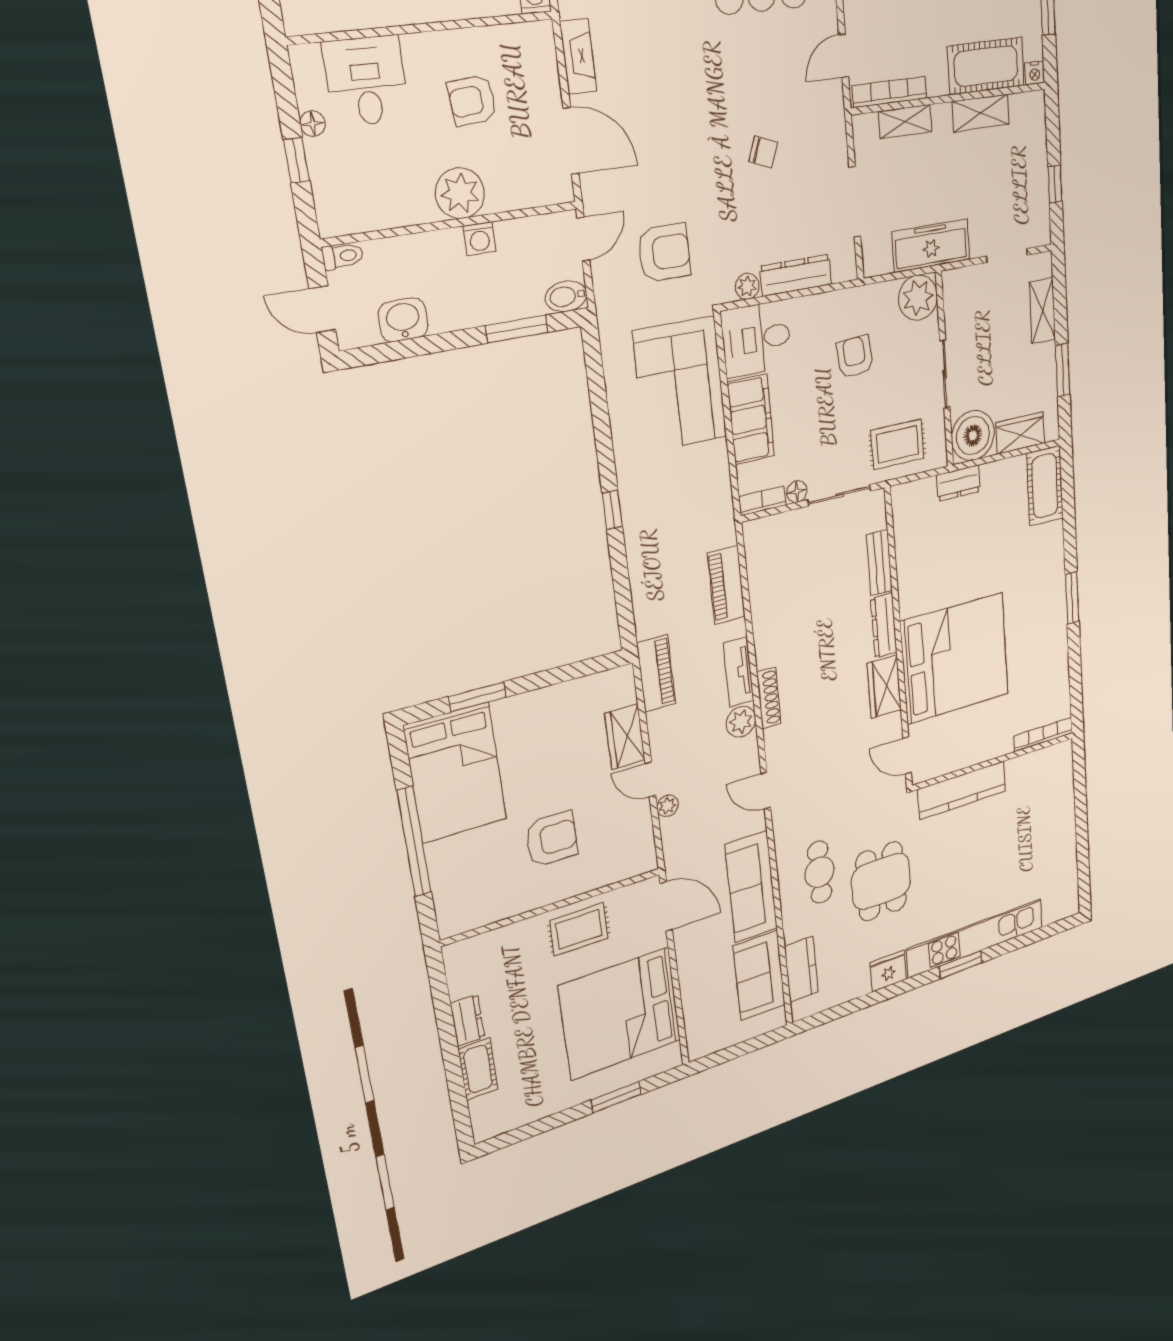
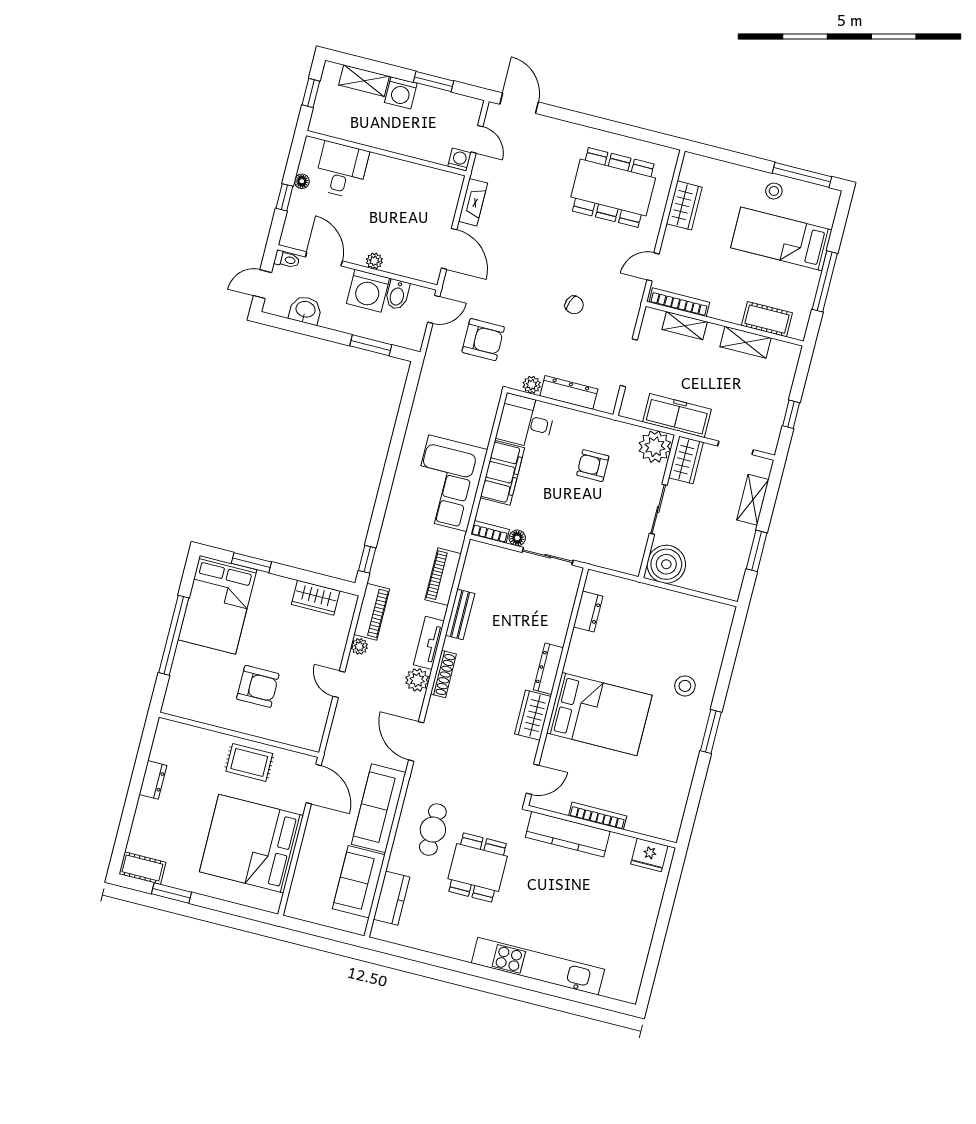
cot: (986, 66) -> (767, 319), width x0.73, depth x0.75
nightstand: (1035, 73) -> (798, 332), removed
armchair: (472, 101) -> (398, 203), removed
plant: (460, 193) -> (374, 261), width x0.53, depth x0.53
door: (398, 232) -> (324, 259), added
washing machine: (480, 239) -> (368, 291), width x1.89, depth x1.89
bidet: (566, 296) -> (397, 295), moved, turned -90
door: (322, 309) -> (263, 284), hinge flipped
armchair: (855, 357) -> (593, 466), turned -86
corner sofa: (680, 384) -> (448, 483), moved
wardrobe: (1020, 433) -> (686, 460), moved, turned 90
rug: (898, 444) -> (604, 542), removed
dresser: (959, 483) -> (588, 612), moved, turned -90
cot: (1045, 486) -> (714, 631), removed
window: (612, 510) -> (367, 559), moved
bench: (879, 563) -> (460, 614), moved
stool: (1032, 563) -> (685, 686), added
bed: (955, 658) -> (599, 714), width x0.73
bookcase: (1043, 734) -> (598, 816), moved
wardrobe: (625, 737) -> (316, 598), moved, turned -90
door: (907, 755) -> (533, 779), swing flipped
door: (766, 790) -> (416, 741), width x1.38
plant: (668, 806) -> (359, 646), moved
window: (961, 965) -> (518, 981), removed
fridge: (888, 971) -> (649, 855), moved, turned 180
cot: (478, 1069) -> (142, 868), moved, turned 90
window: (616, 1097) -> (172, 893), moved

